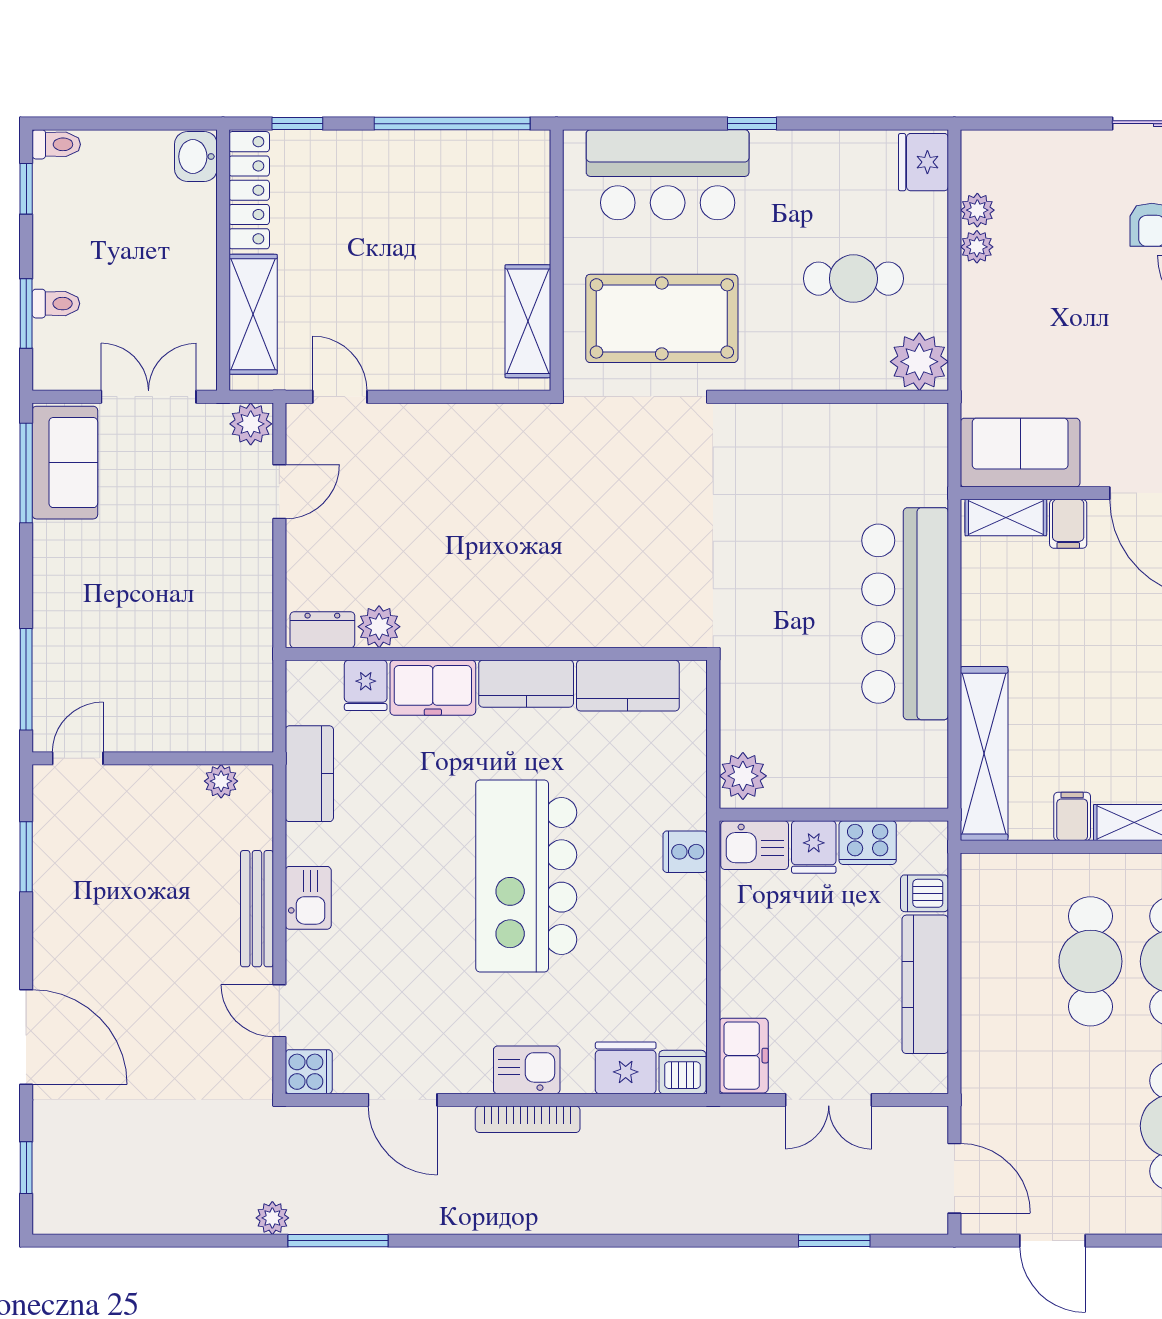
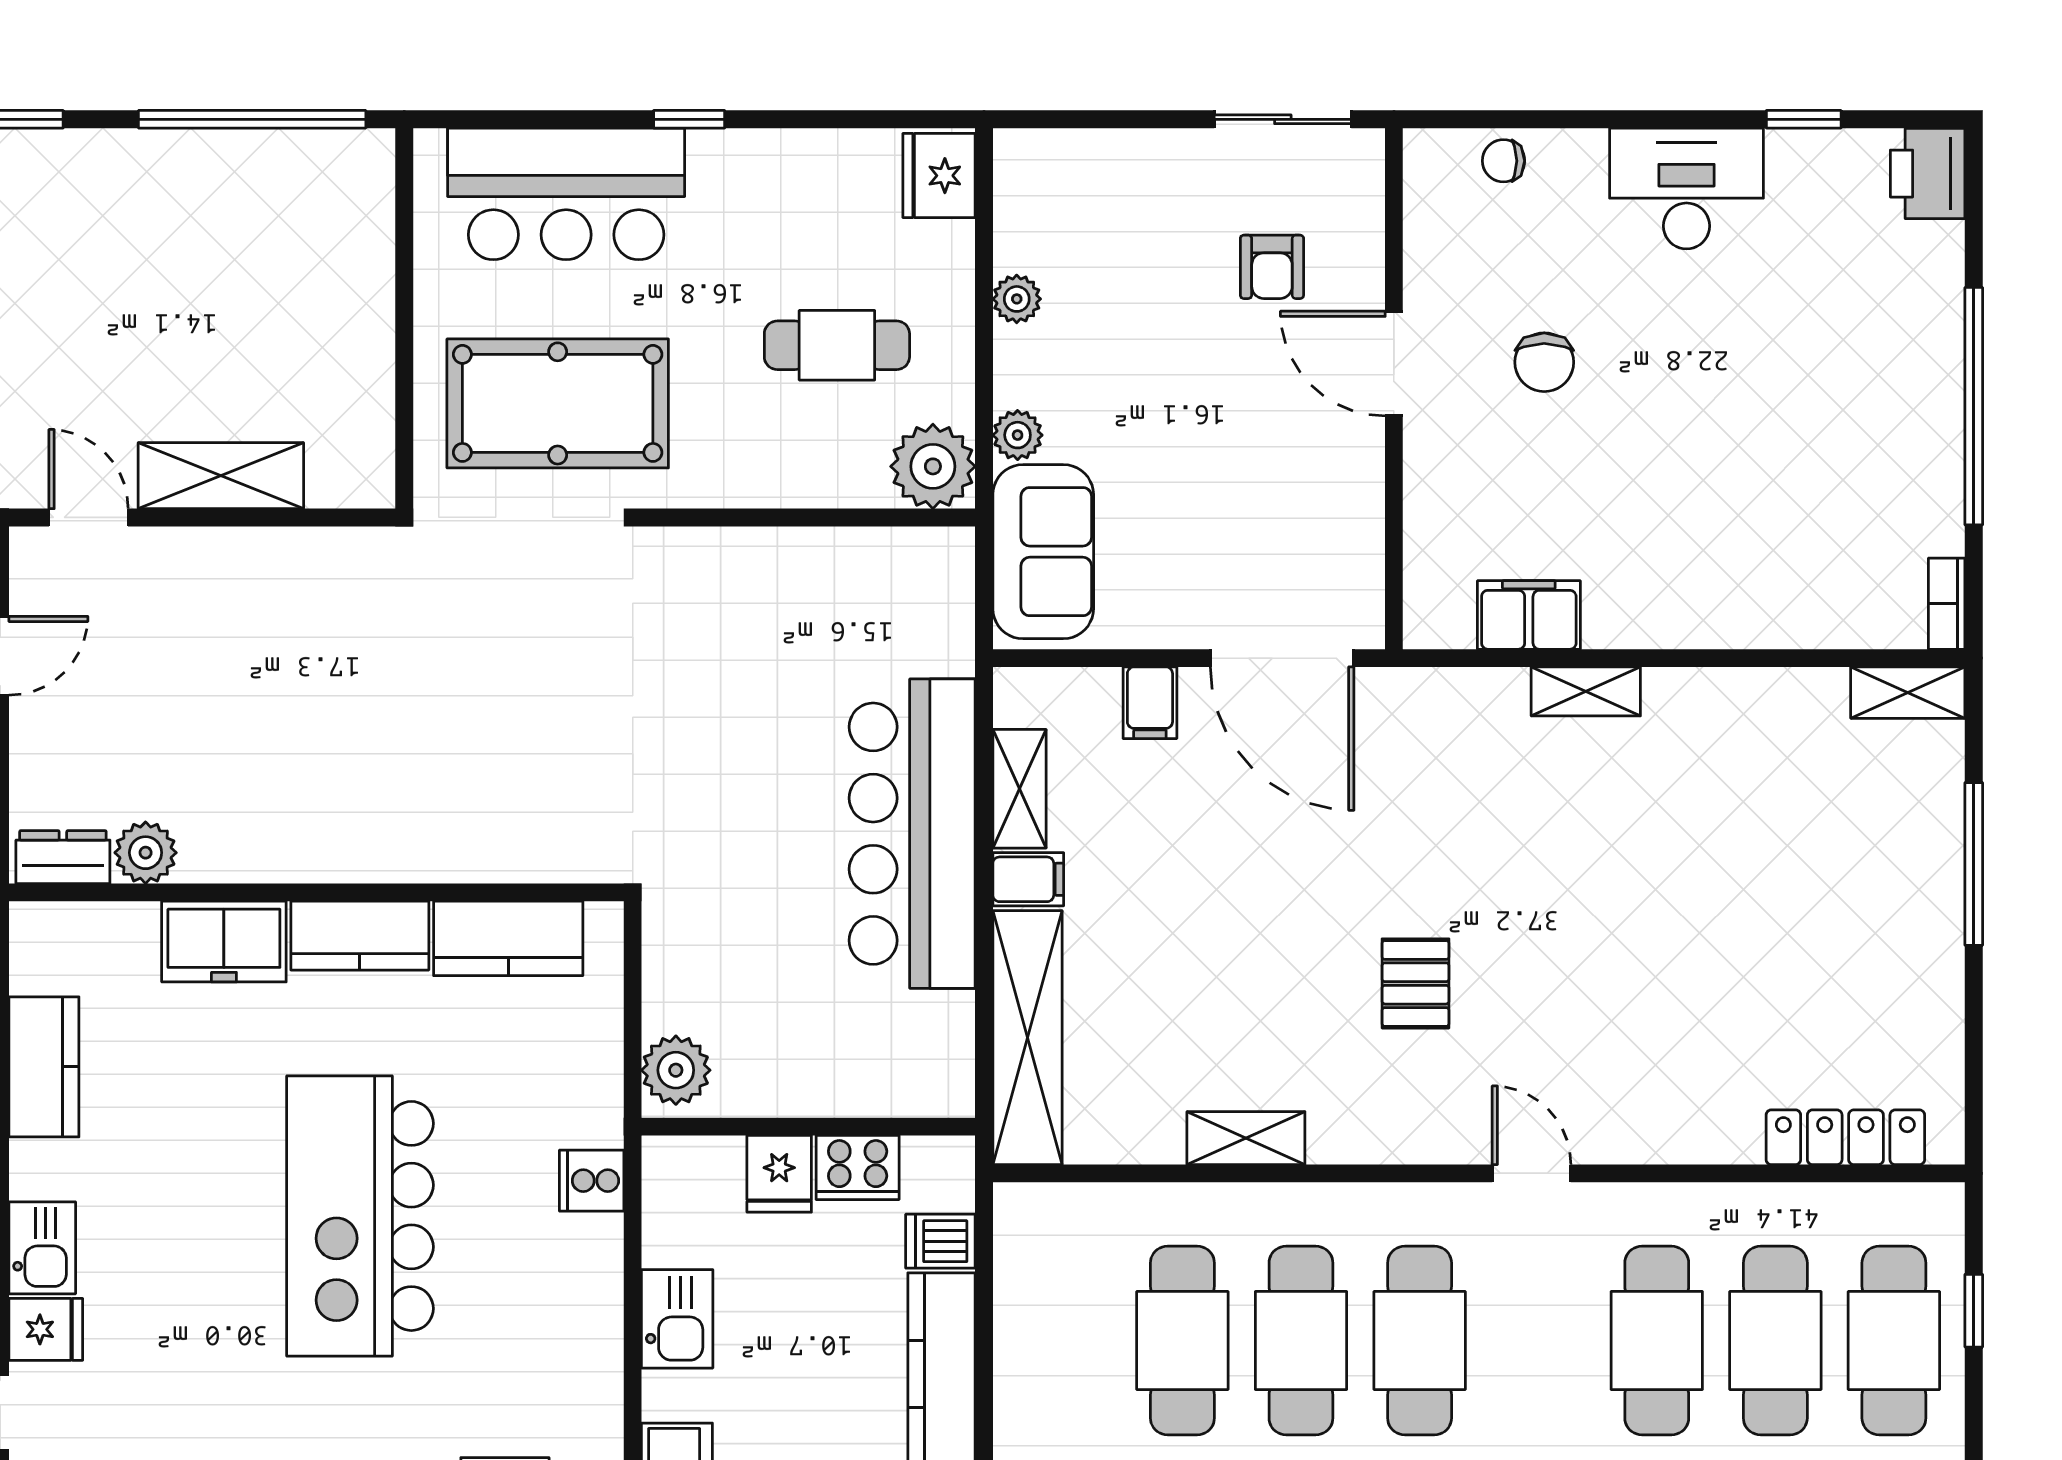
plant: (977, 210) -> (1018, 435), moved
shelving: (528, 321) -> (221, 476), moved, turned 90
sofa: (1020, 453) -> (1043, 552), moved, turned 90
shelving: (1006, 518) -> (1019, 789), moved, turned 90
fridge: (366, 685) -> (46, 1329), moved, turned -90
filing cabinet: (1072, 816) -> (1028, 879), moved, turned 90
kitchen sink: (755, 845) -> (677, 1319), moved, turned -90

